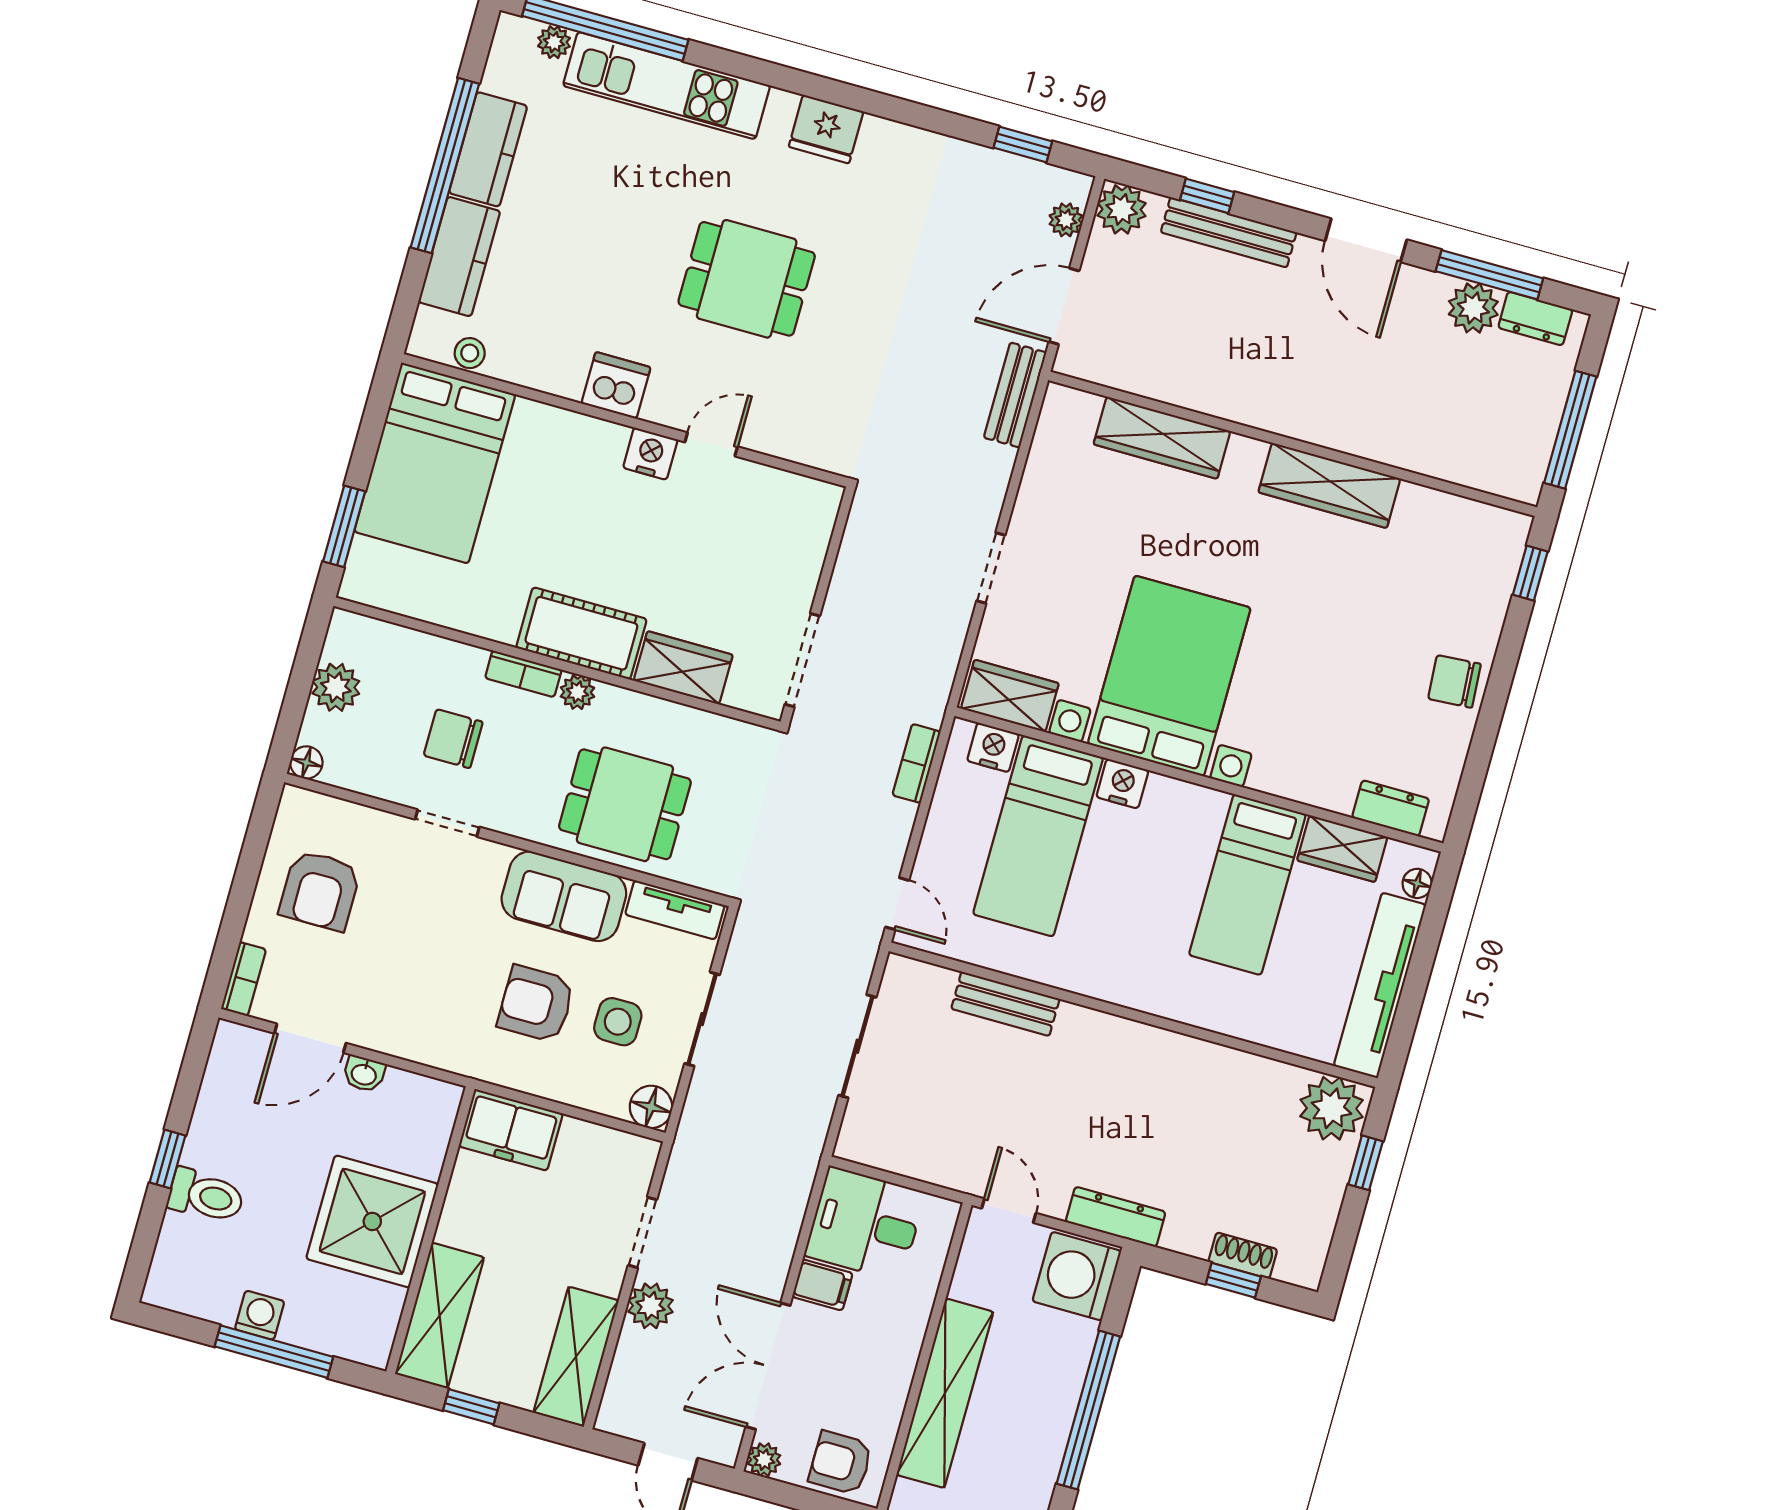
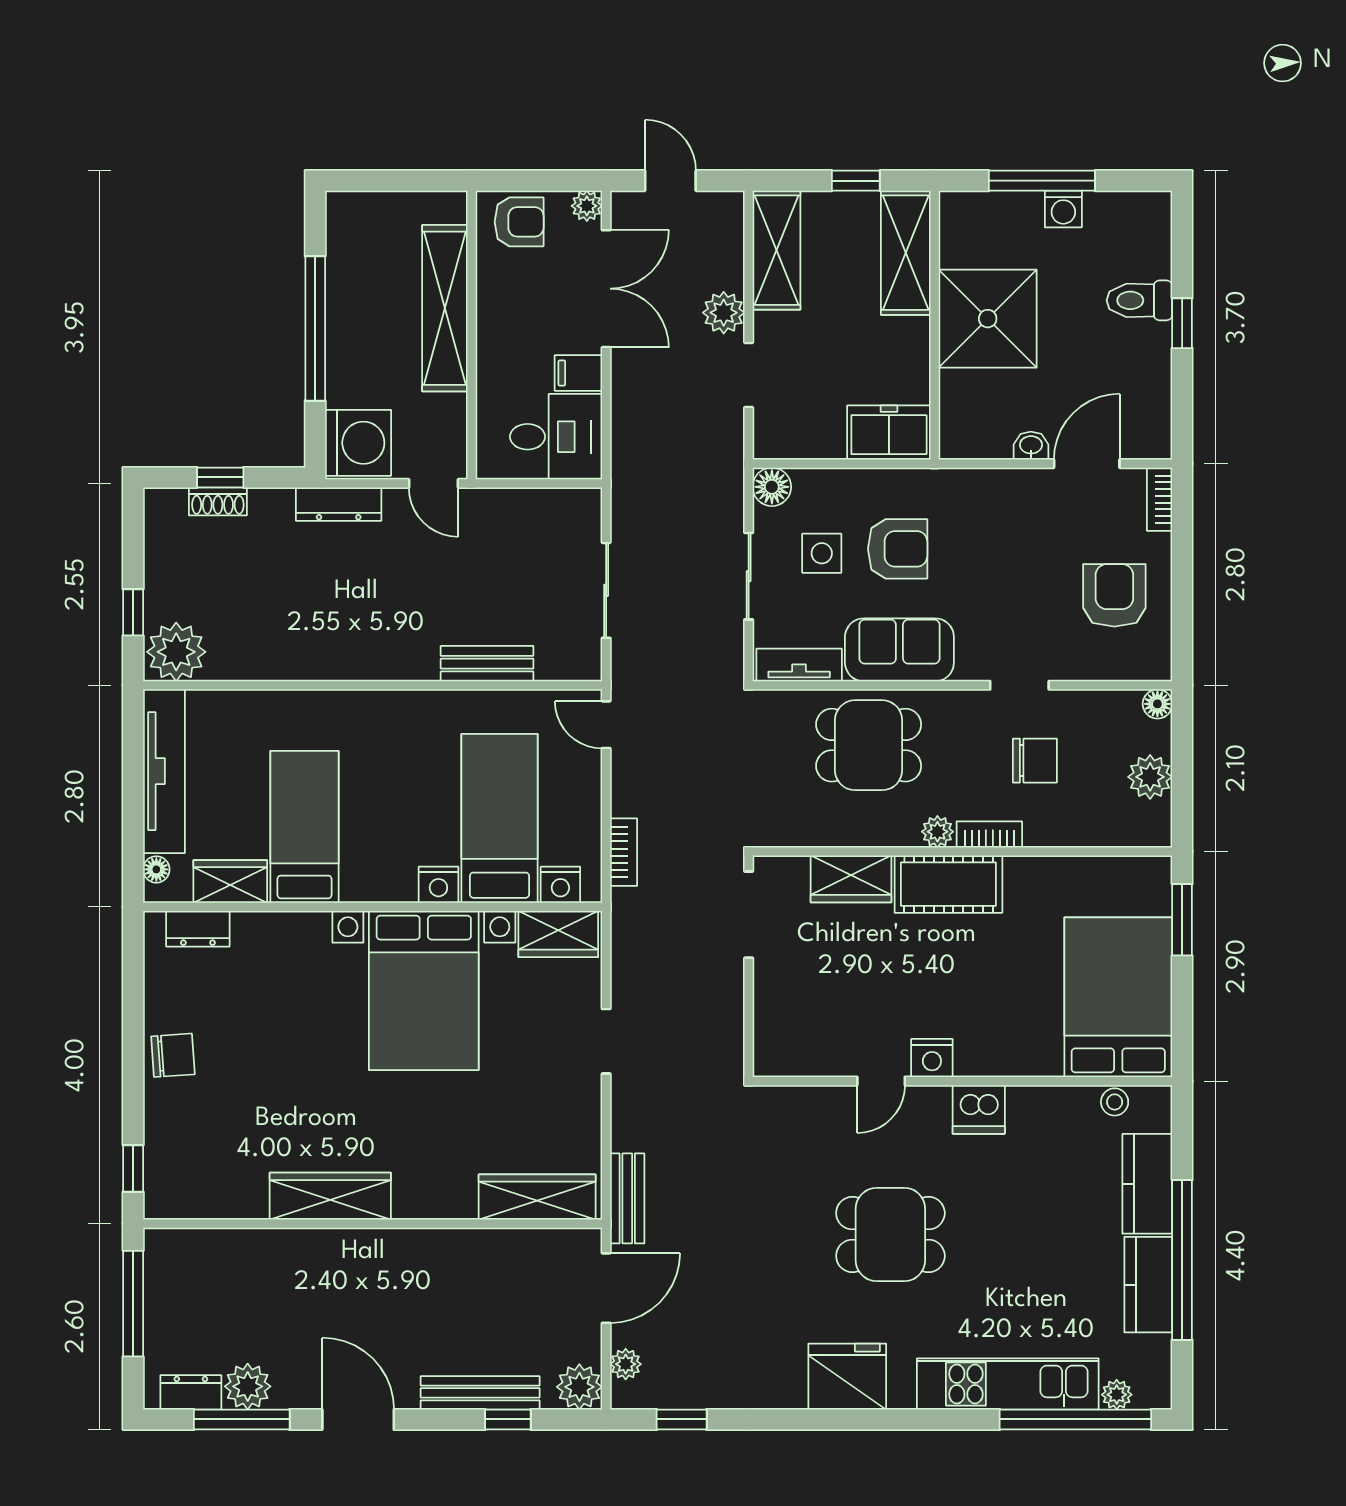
fridge: (826, 129) -> (847, 1377), width x1.36, depth x1.34
wardrobe: (1162, 438) -> (537, 1197), moved

